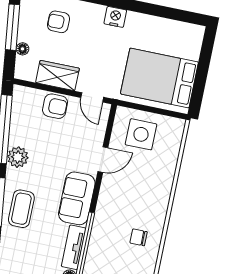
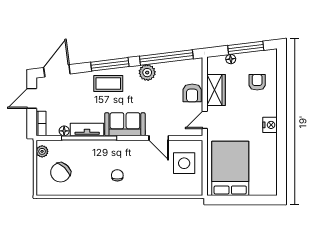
chair: (139, 237) -> (117, 175), moved

